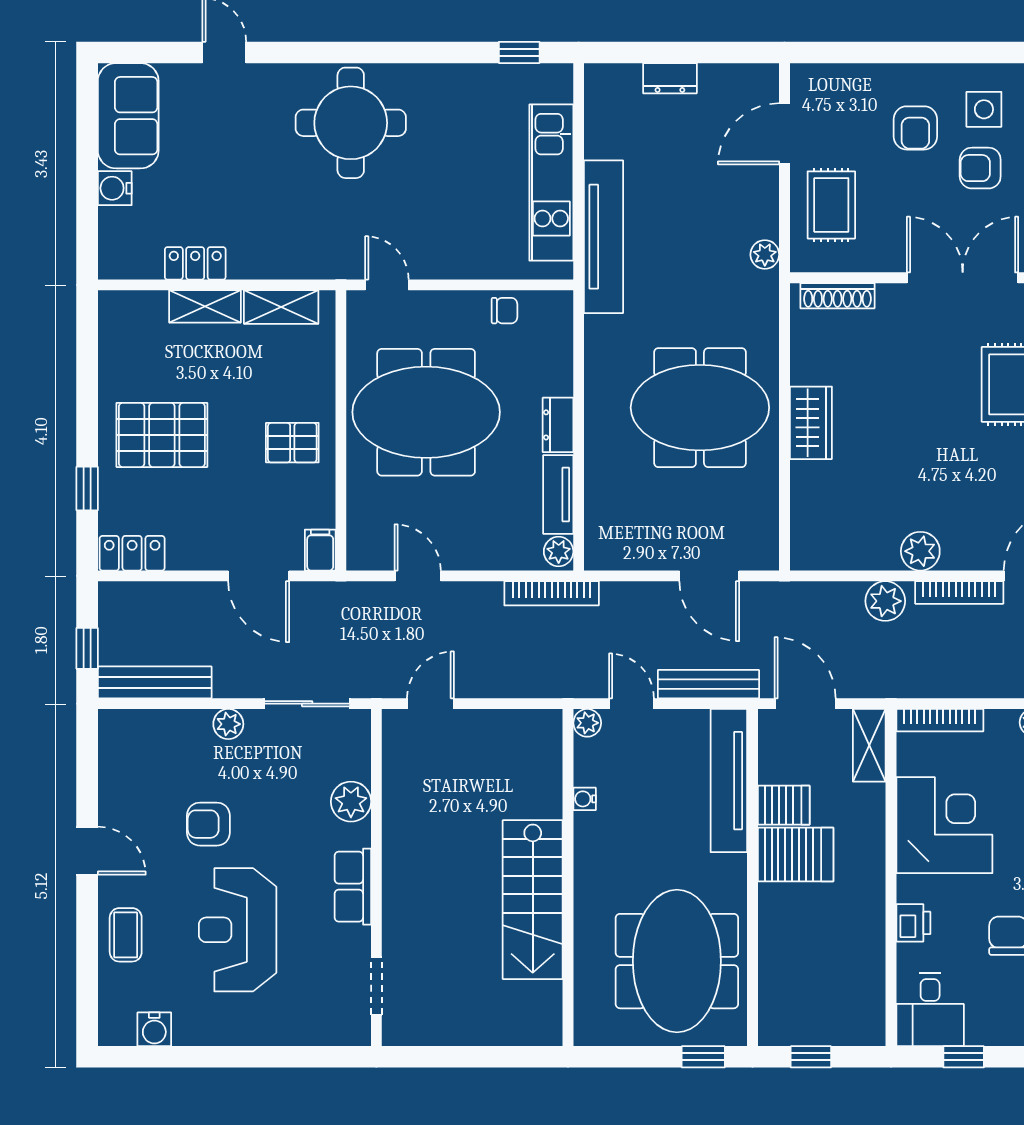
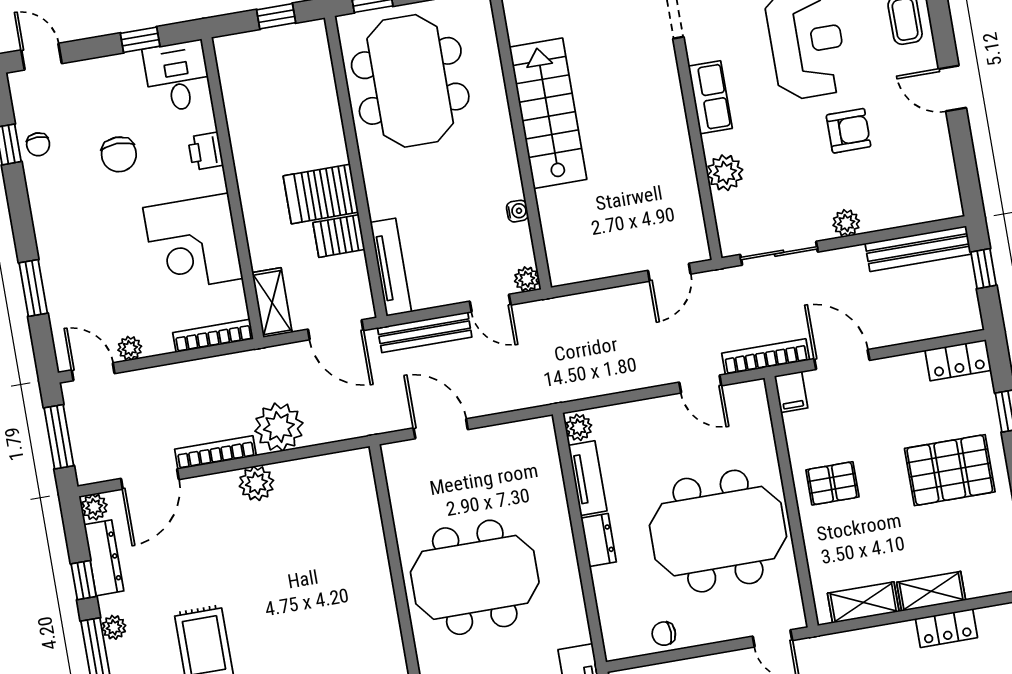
wardrobe: (811, 423) -> (374, 581), removed
bookcase: (552, 593) -> (766, 357), moved
plant: (885, 601) -> (279, 427), width x1.36, depth x1.36
tv unit: (729, 781) -> (391, 267), width x0.73, depth x0.78

